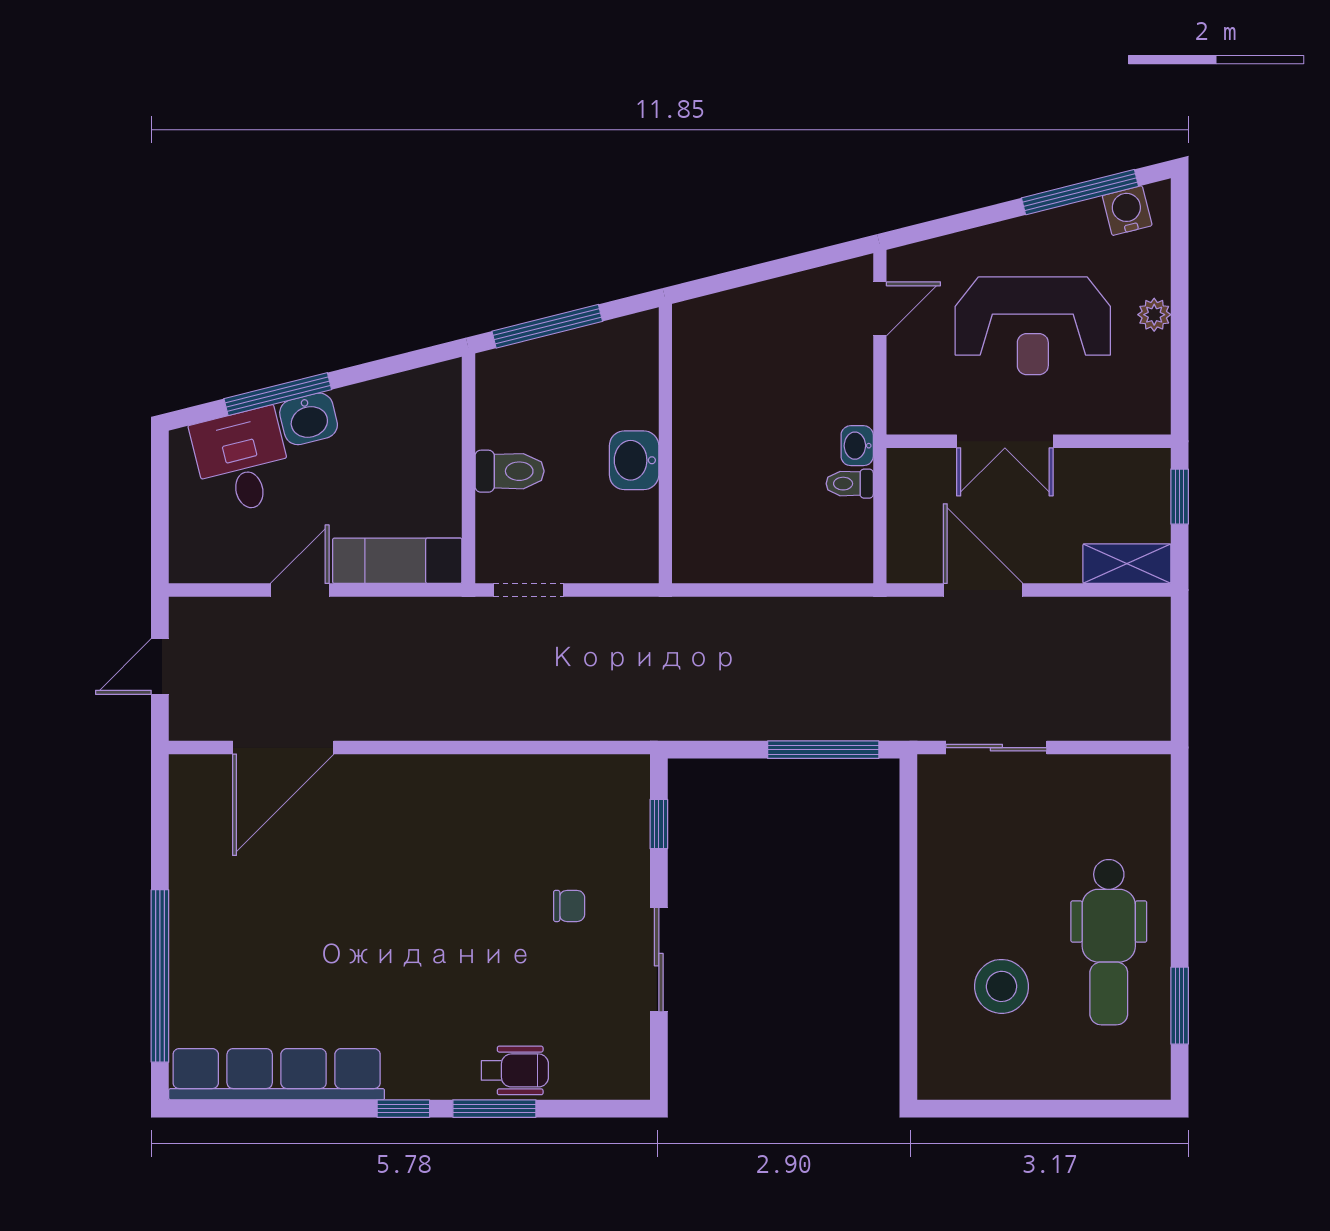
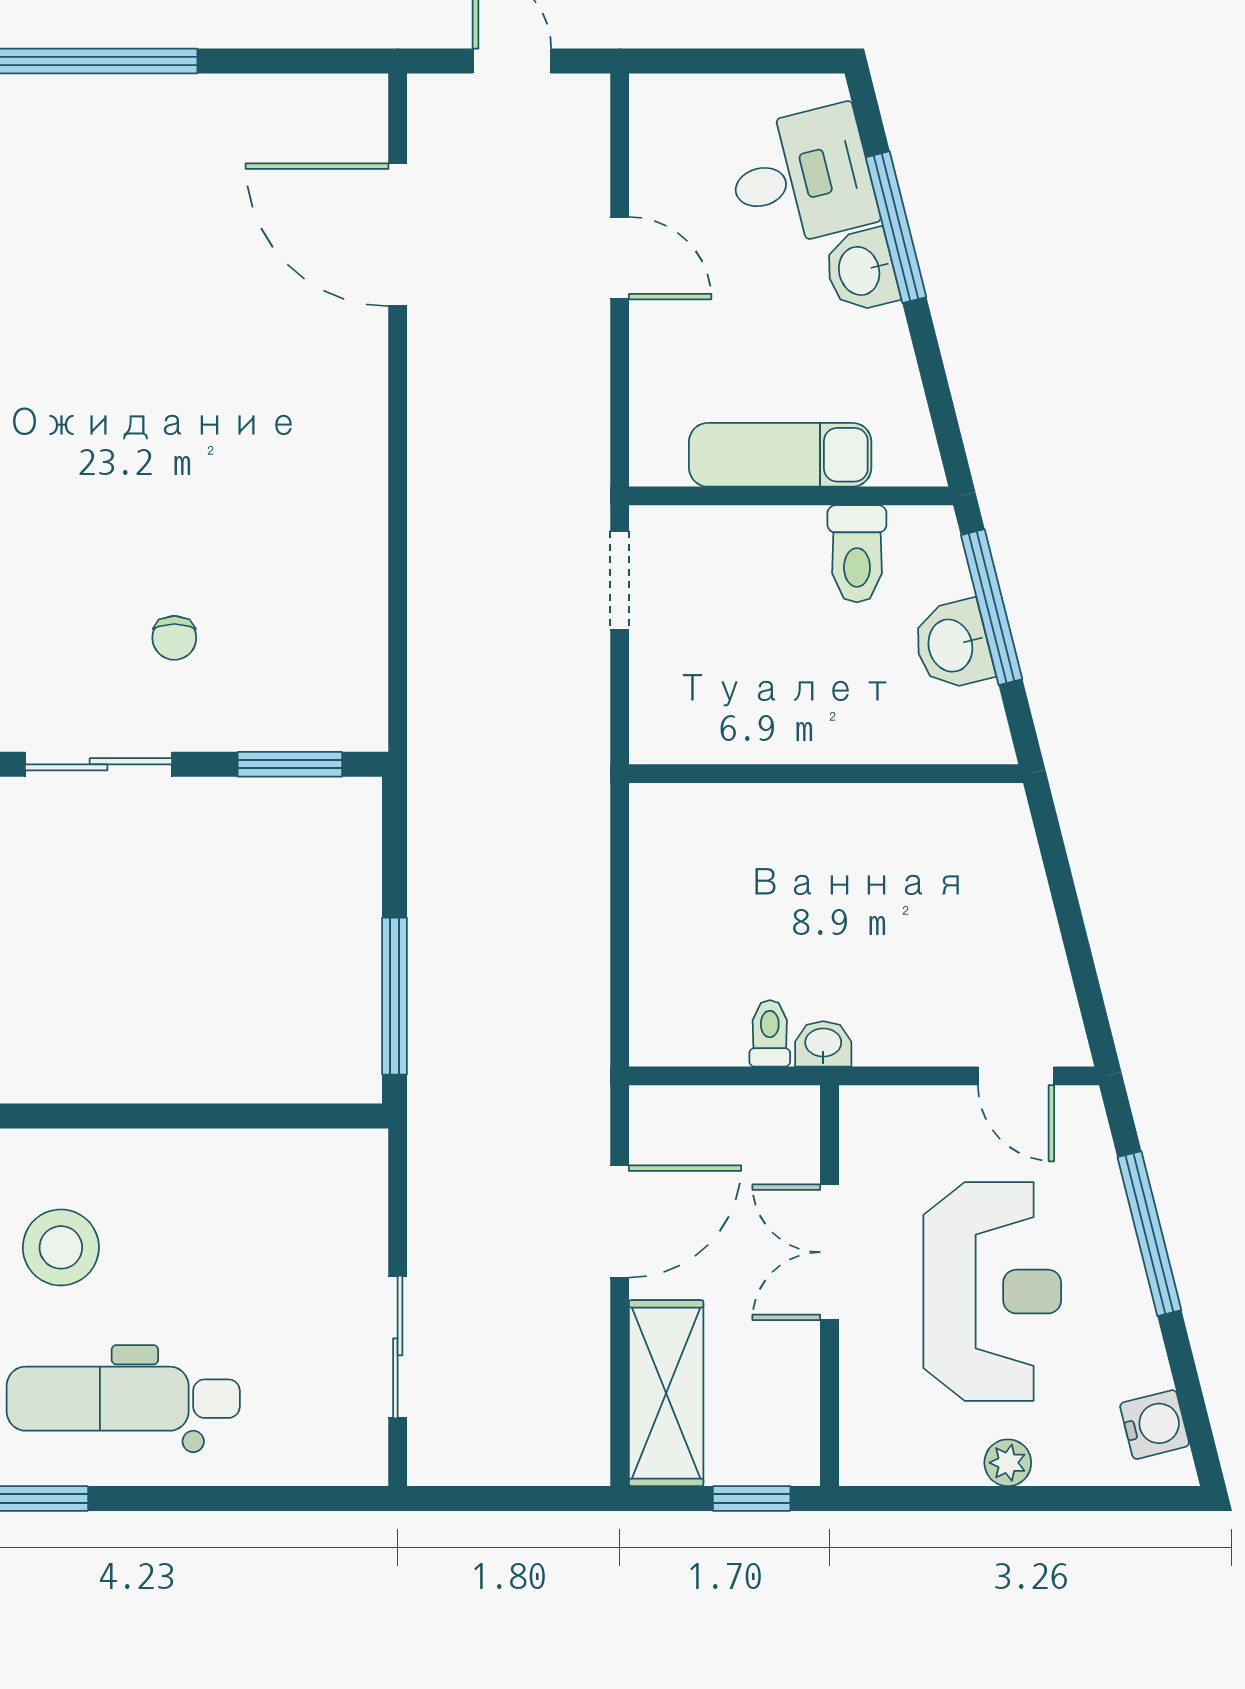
window: (1080, 192) -> (1149, 1234), moved
reception desk: (1033, 326) -> (992, 1292), turned 180
washbasin: (634, 460) -> (952, 645), moved, turned -104
toilet: (510, 471) -> (857, 554), moved
exam couch: (397, 561) -> (780, 455), moved, turned -90
shelving: (1127, 564) -> (666, 1393), width x1.50, depth x1.33
sliding door: (996, 748) -> (398, 1347), moved
window: (659, 824) -> (290, 764), width x1.50

